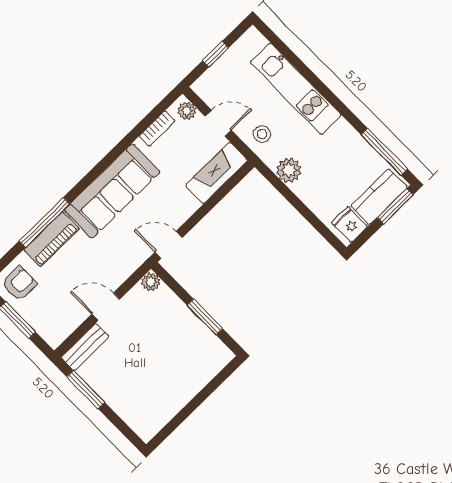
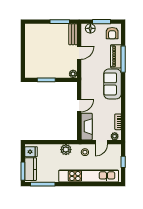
kitchen unit: (296, 89) -> (89, 176), width x1.36
sofa: (112, 191) -> (112, 84), width x0.73
door: (169, 245) -> (79, 106), moved
floor lamp: (47, 328) -> (90, 28), added

